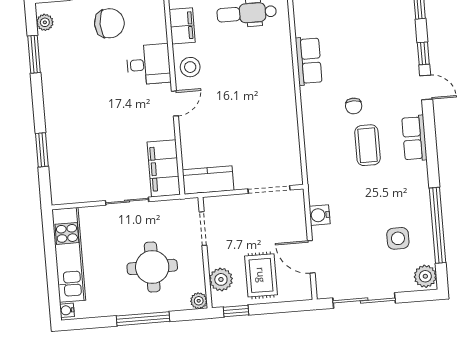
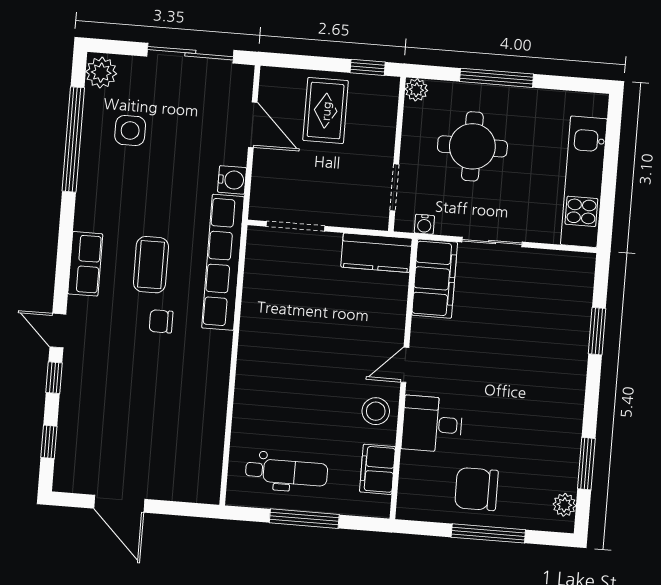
row of seats: (309, 61) -> (223, 262), moved, width x2.02
chair: (354, 106) -> (161, 321), turned -90
plant: (221, 279) -> (381, 114), removed
water cooler: (67, 310) -> (424, 224), moved, turned 90

